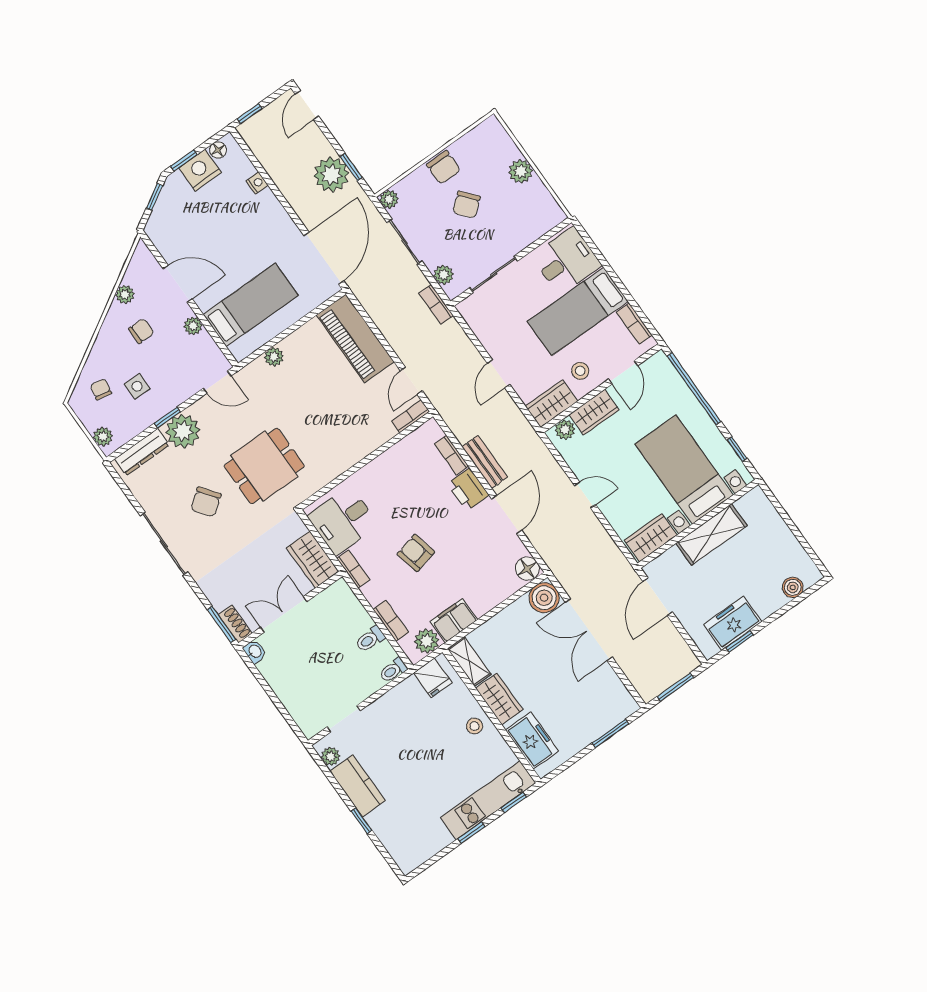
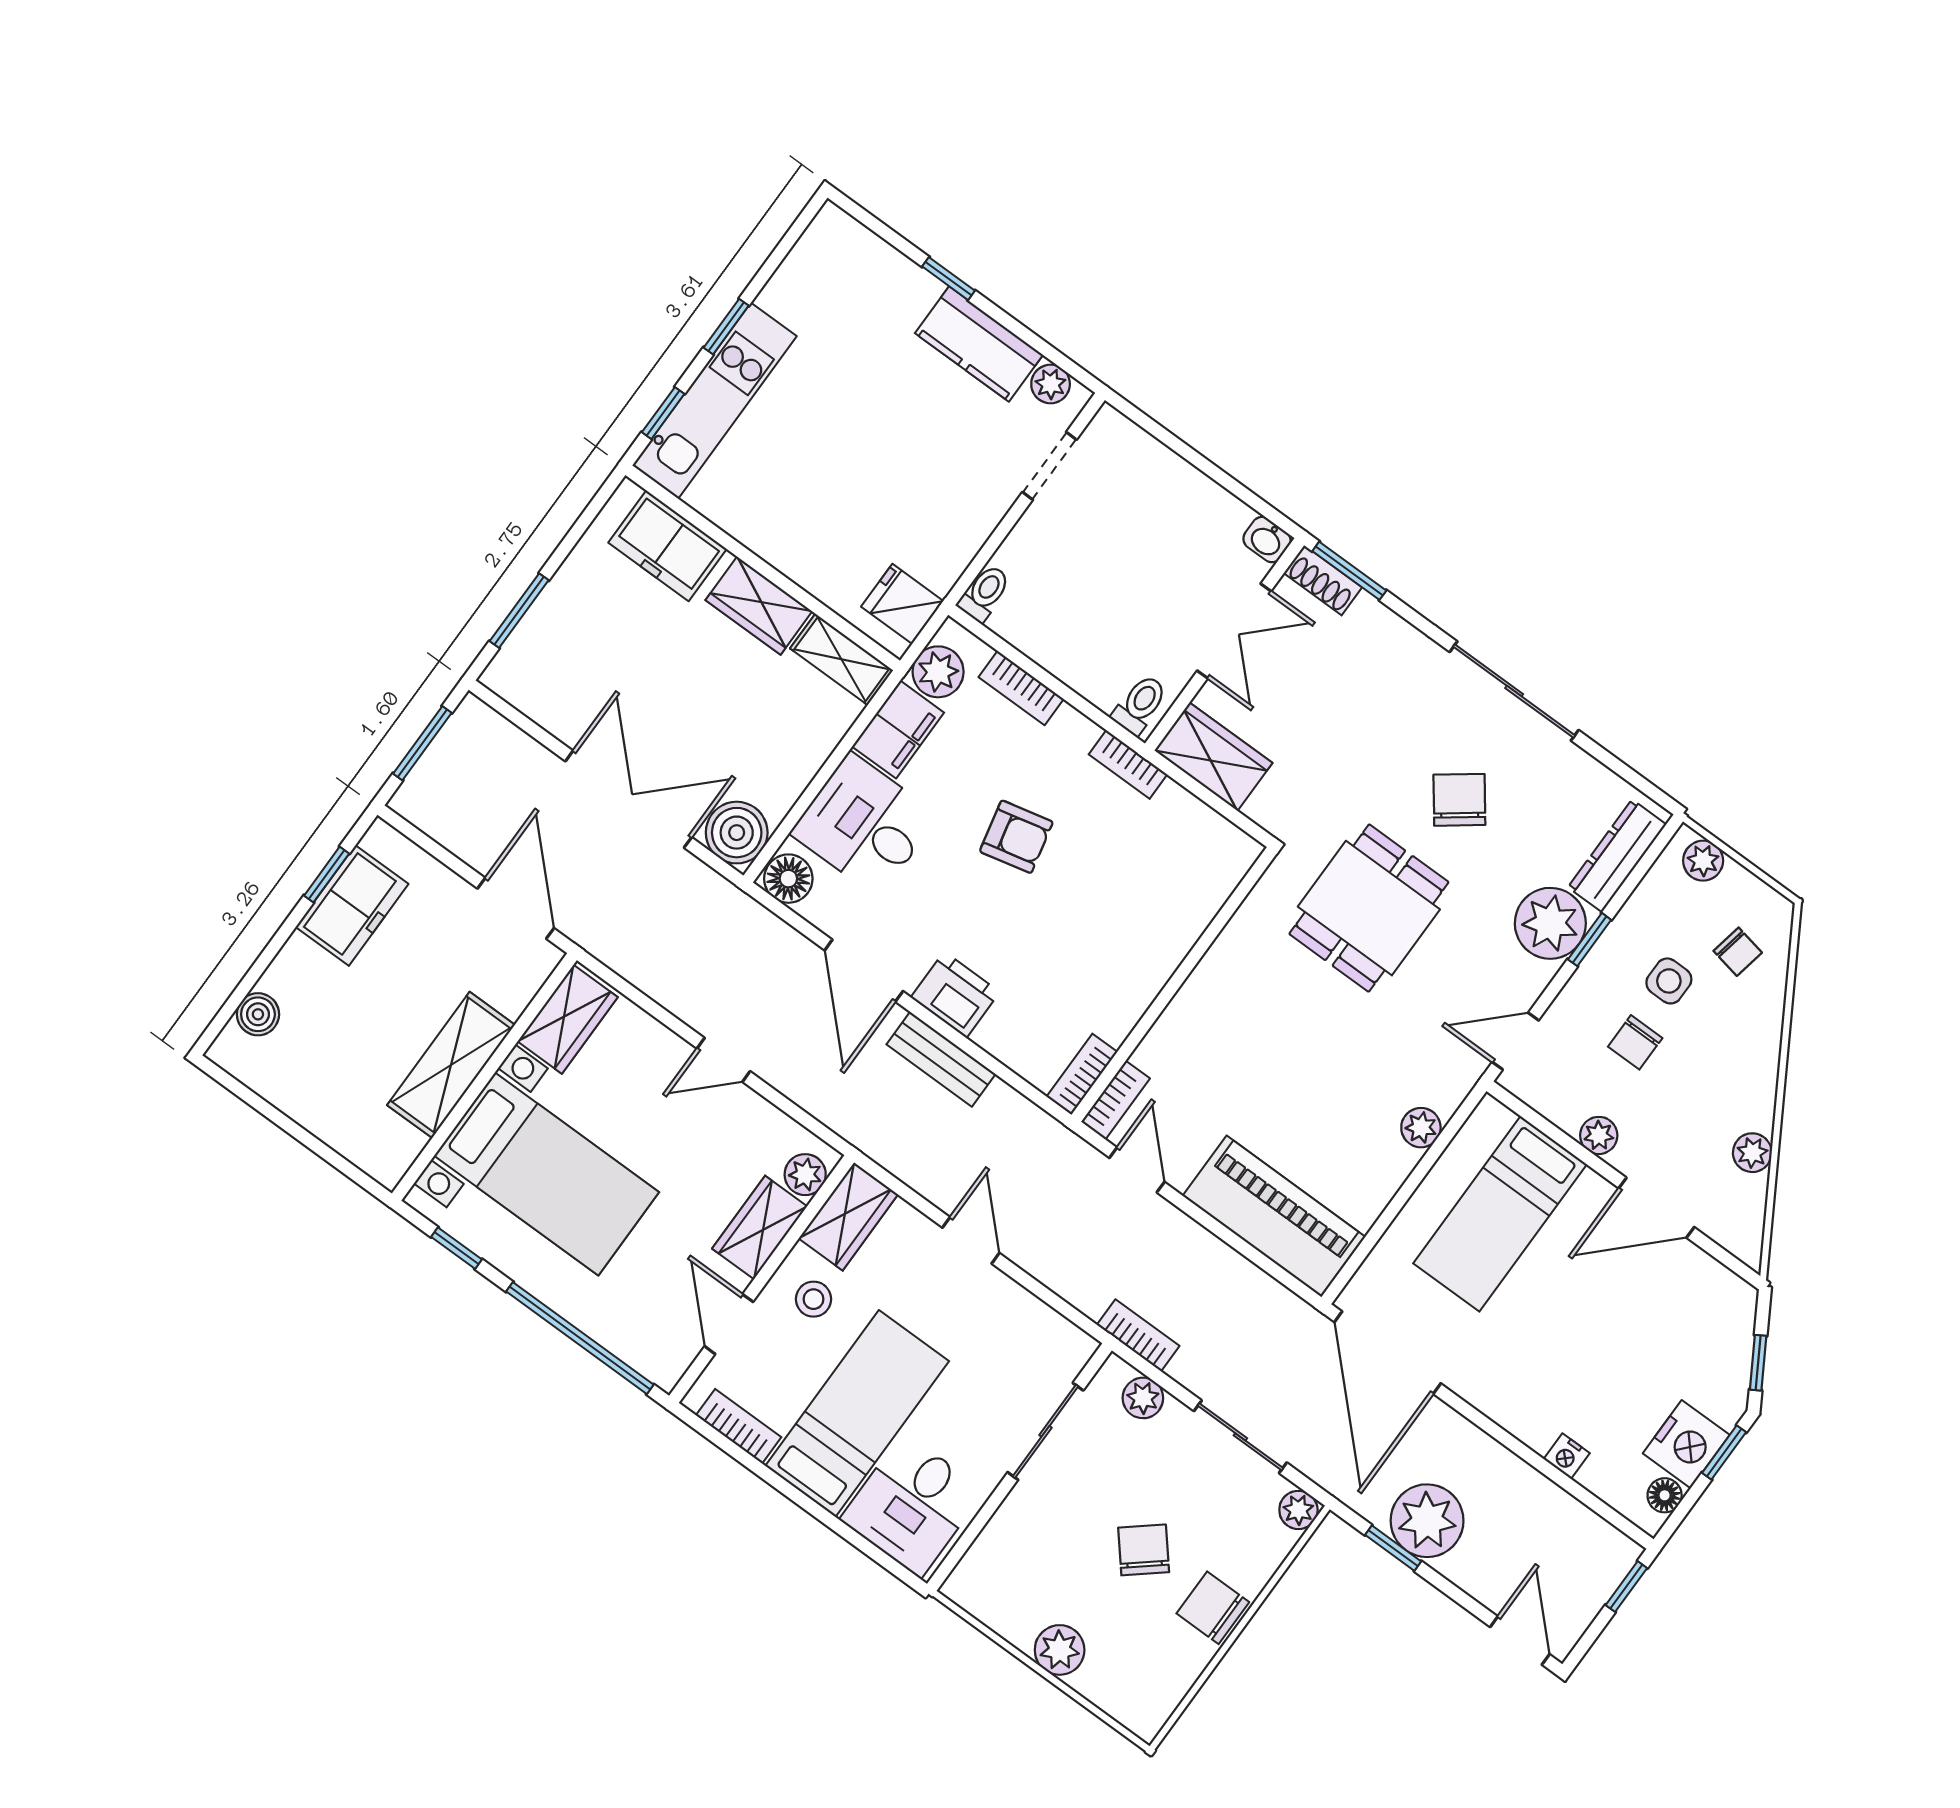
chair: (141, 331) -> (1635, 1042), moved
bookcase: (451, 455) -> (1082, 1074), moved, turned -90
desk: (343, 521) -> (864, 825), moved, turned -90
toilet: (370, 639) -> (1140, 705), moved
stool: (474, 726) -> (789, 537), removed

